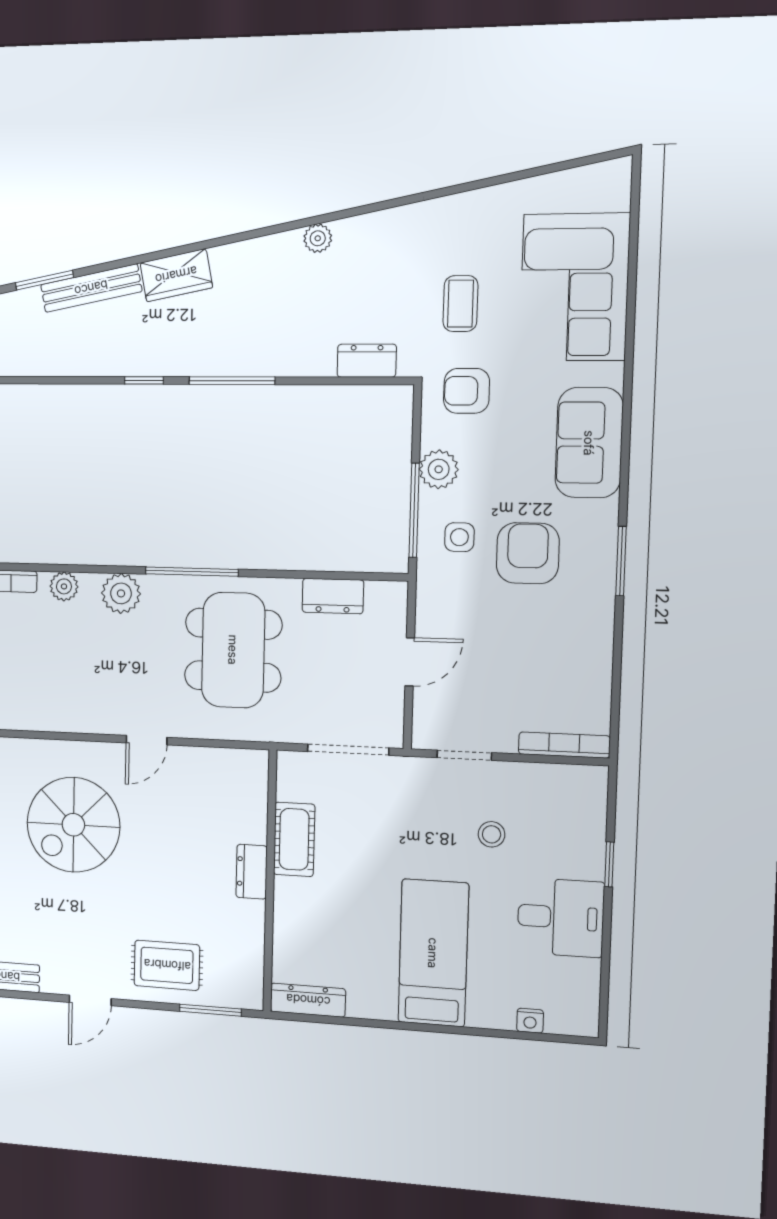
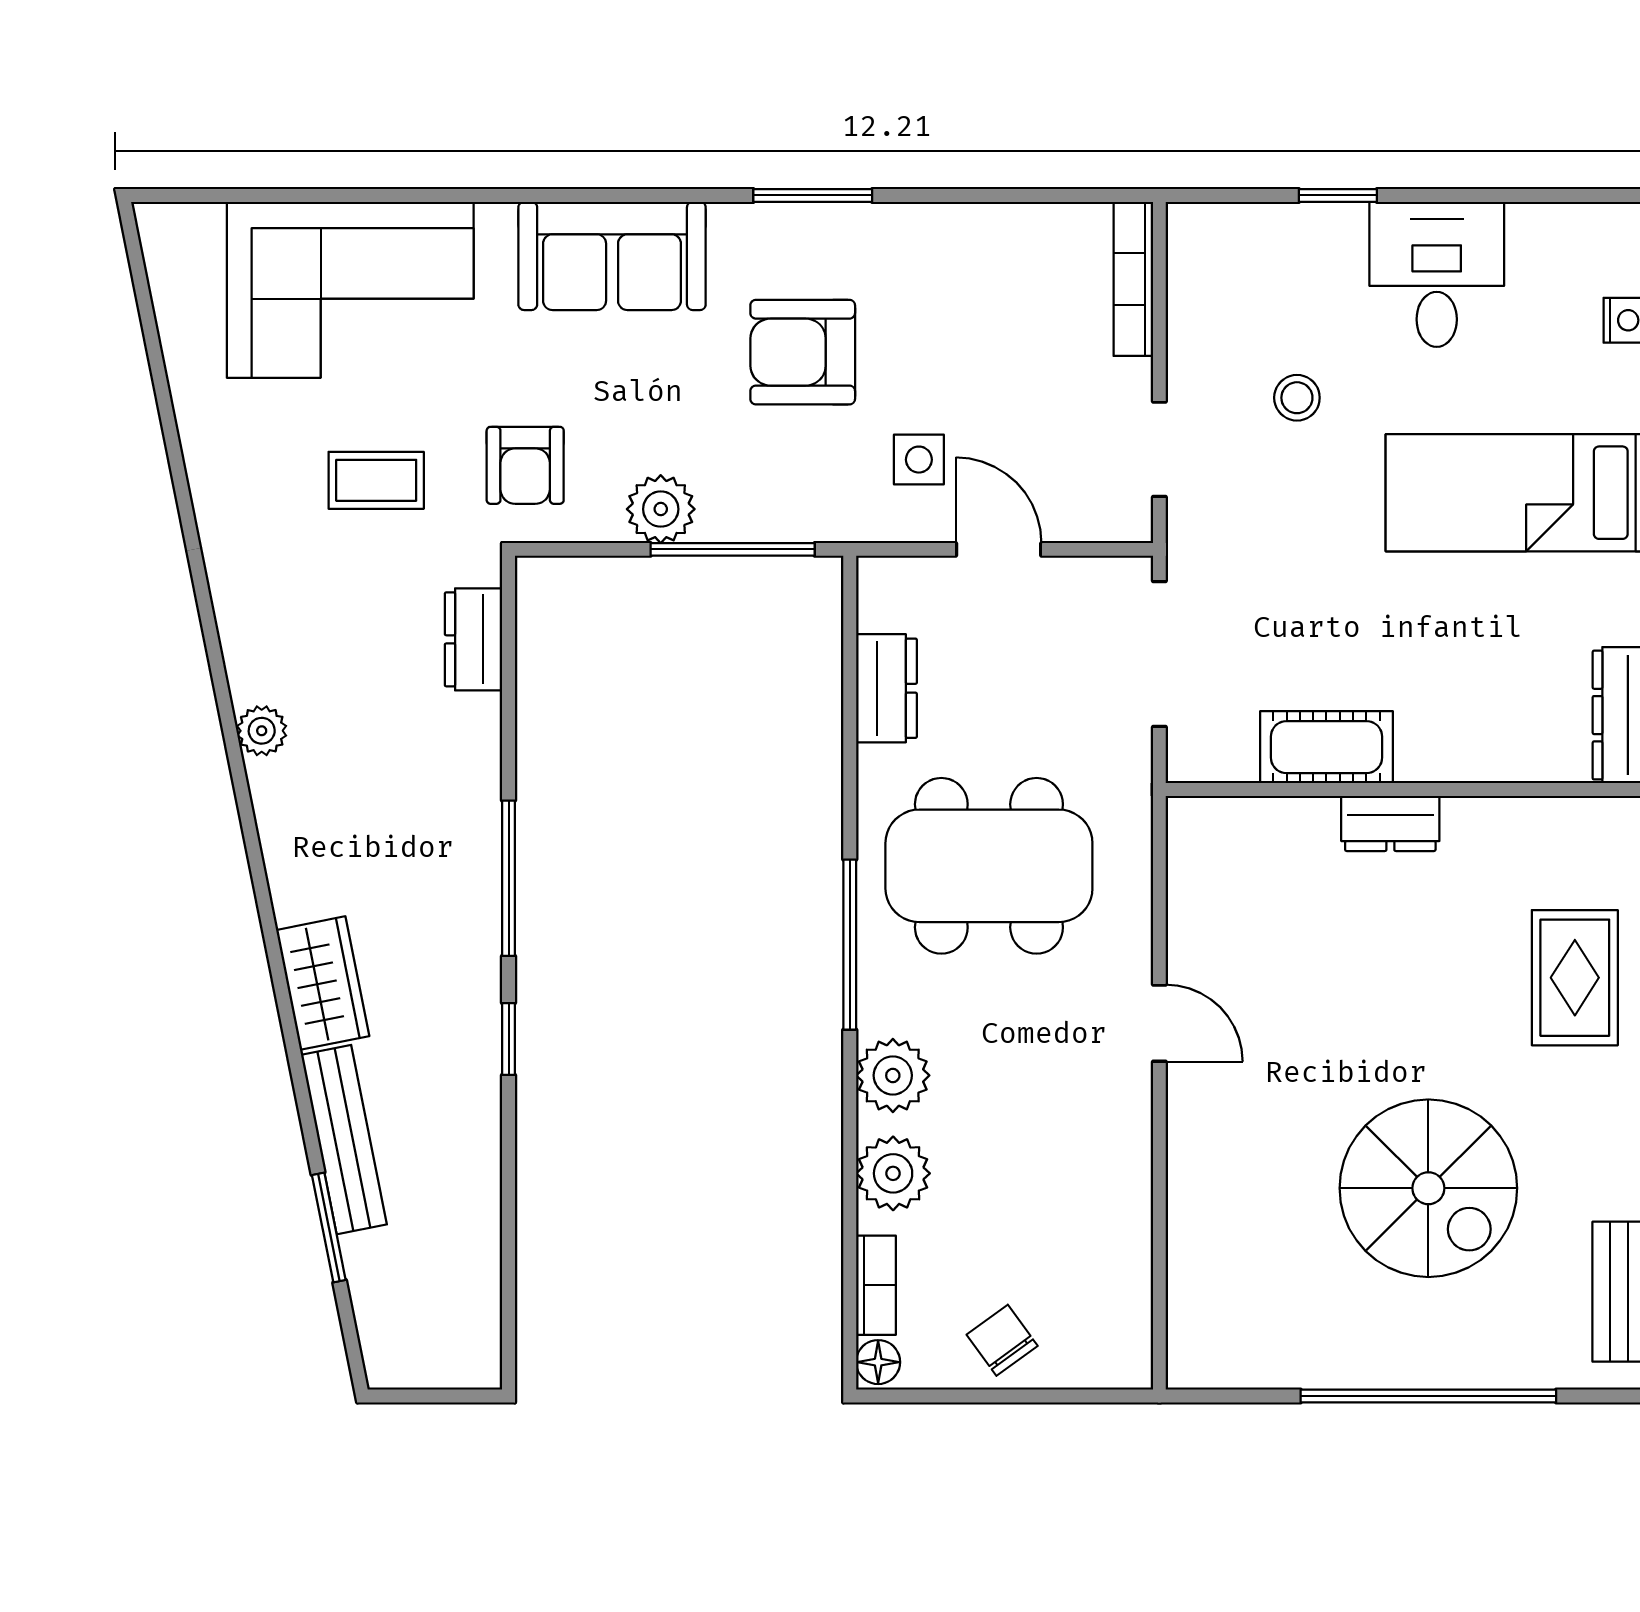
side table: (459, 537) -> (919, 460), moved
plant: (64, 586) -> (893, 1173), width x1.38, depth x1.38
spiral stairs: (73, 825) -> (1428, 1188), moved

